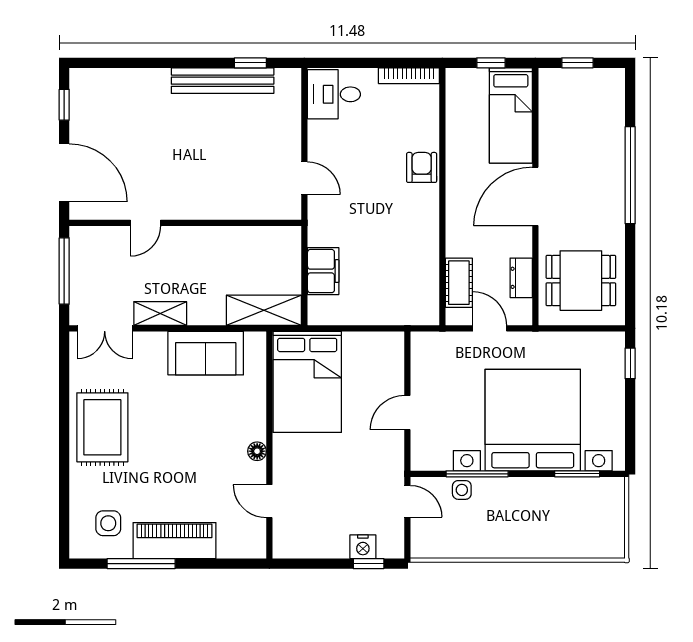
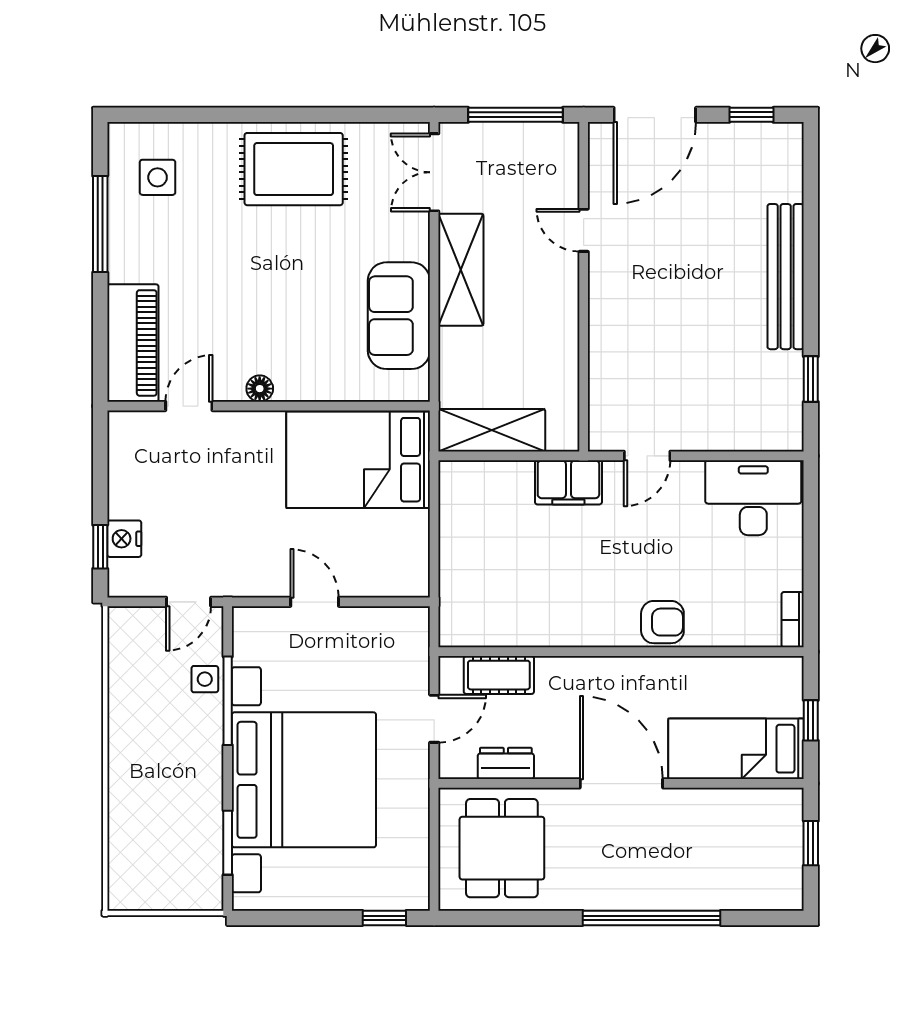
bookcase: (409, 76) -> (793, 620), width x0.64
bench: (223, 81) -> (786, 277), moved
desk: (334, 94) -> (753, 498), width x1.37
filing cabinet: (323, 271) -> (568, 482), moved
shelving: (264, 310) -> (492, 430), moved, turned 90
shelving: (160, 313) -> (461, 270), width x1.50, depth x1.33
piano: (174, 541) -> (133, 343), moved

